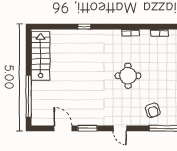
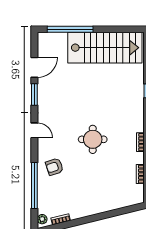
stairs: (41, 56) -> (105, 48), width x1.36, depth x1.51
door: (120, 128) -> (34, 130), swing flipped

